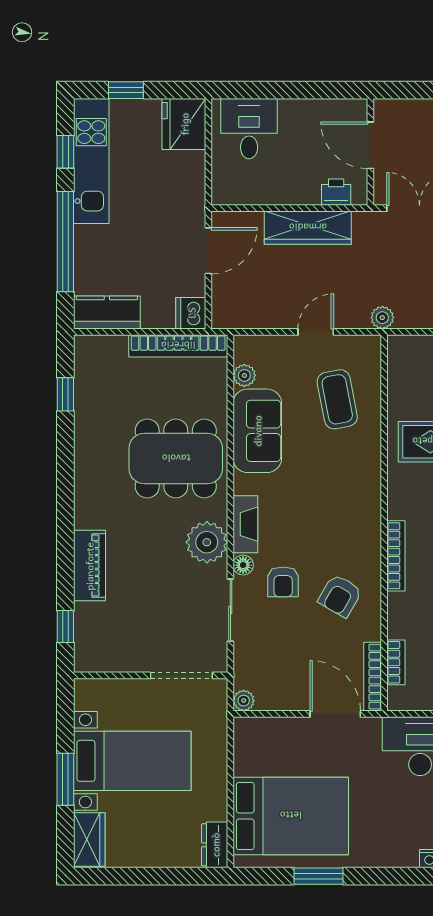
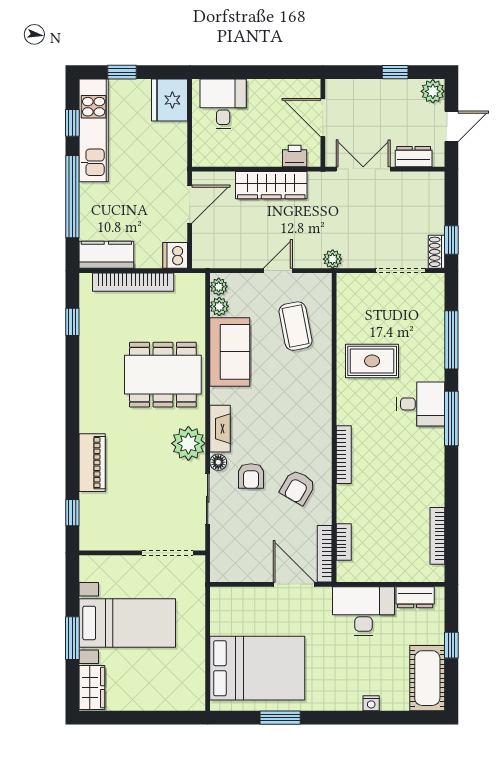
bookcase: (178, 346) -> (133, 282), moved
plant: (244, 701) -> (219, 287), moved
dresser: (215, 845) -> (195, 692), removed

